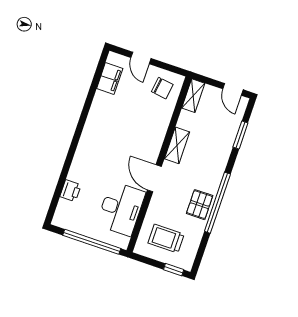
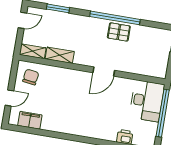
shelving: (177, 145) -> (60, 55), moved
desk: (121, 209) -> (147, 101), moved, turned 90
trolley: (166, 239) -> (150, 54), removed

